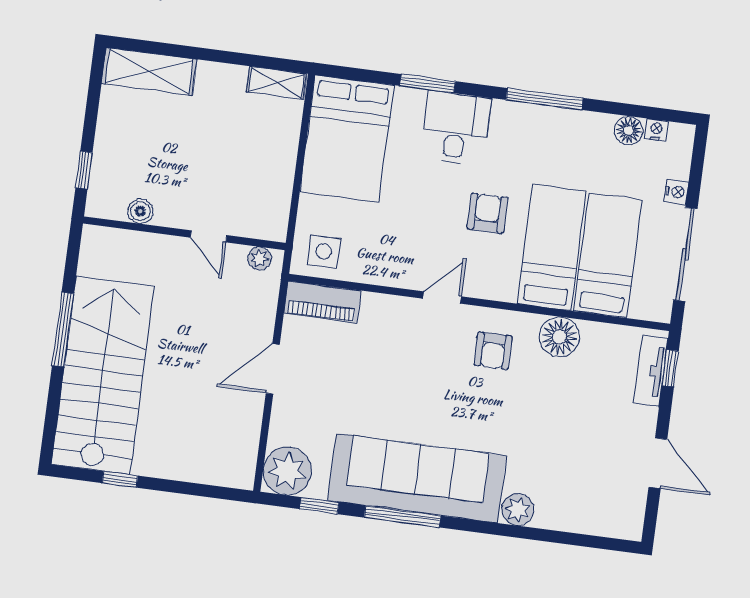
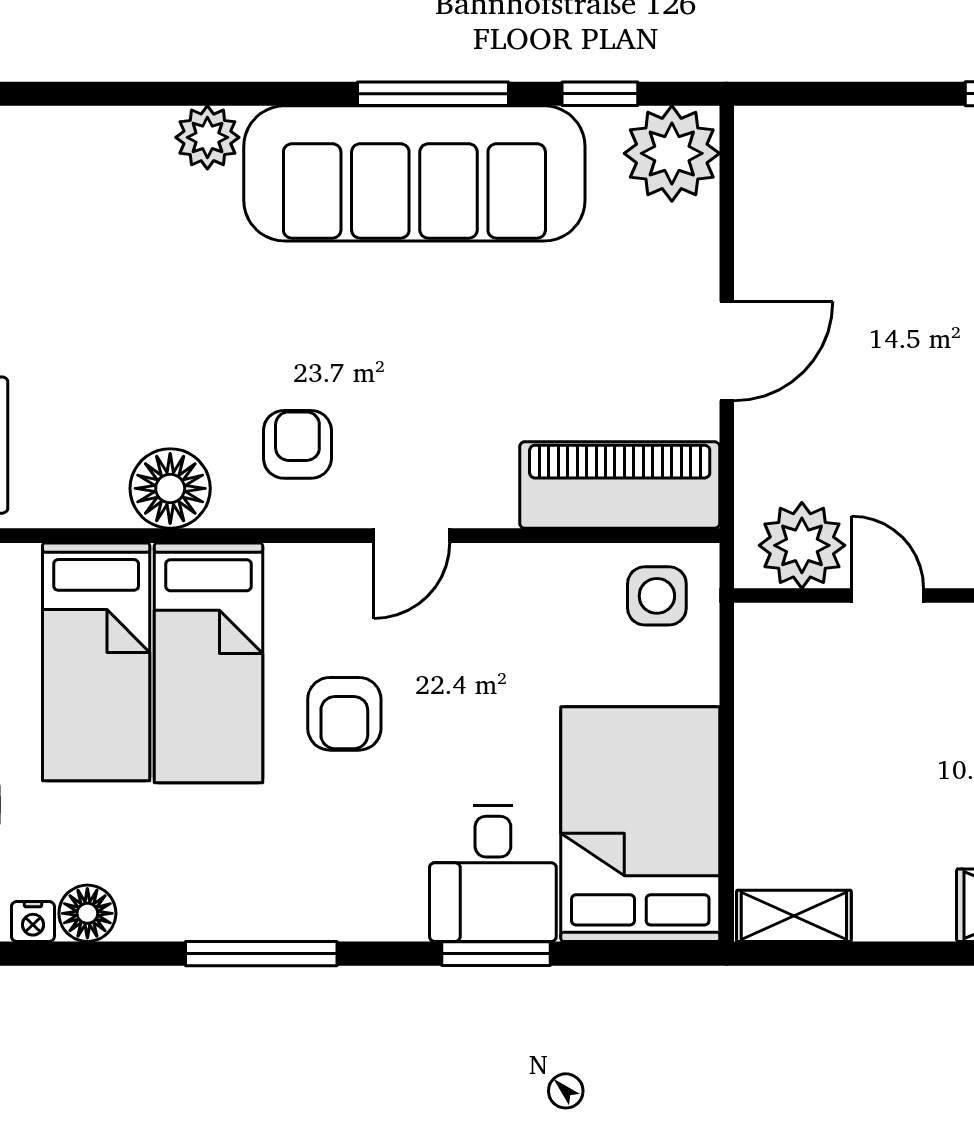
desk: (456, 128) -> (493, 873), moved
plant: (259, 258) -> (802, 545), width x1.88, depth x1.88
piano: (322, 302) -> (620, 485), width x1.37, depth x1.33

